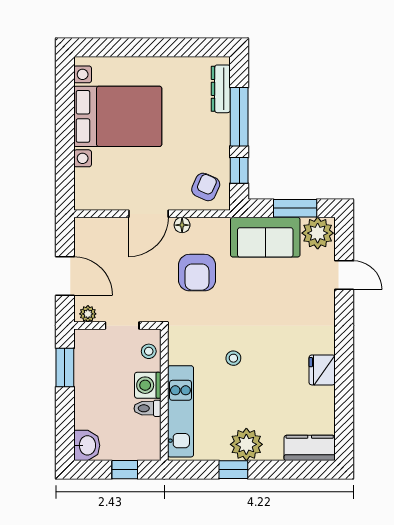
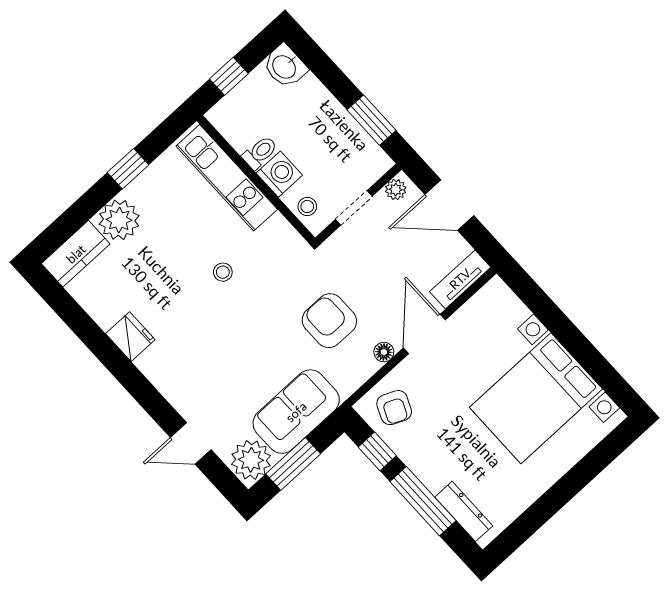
tv unit: (98, 227) -> (460, 279), added
plant: (246, 444) -> (119, 220), moved

